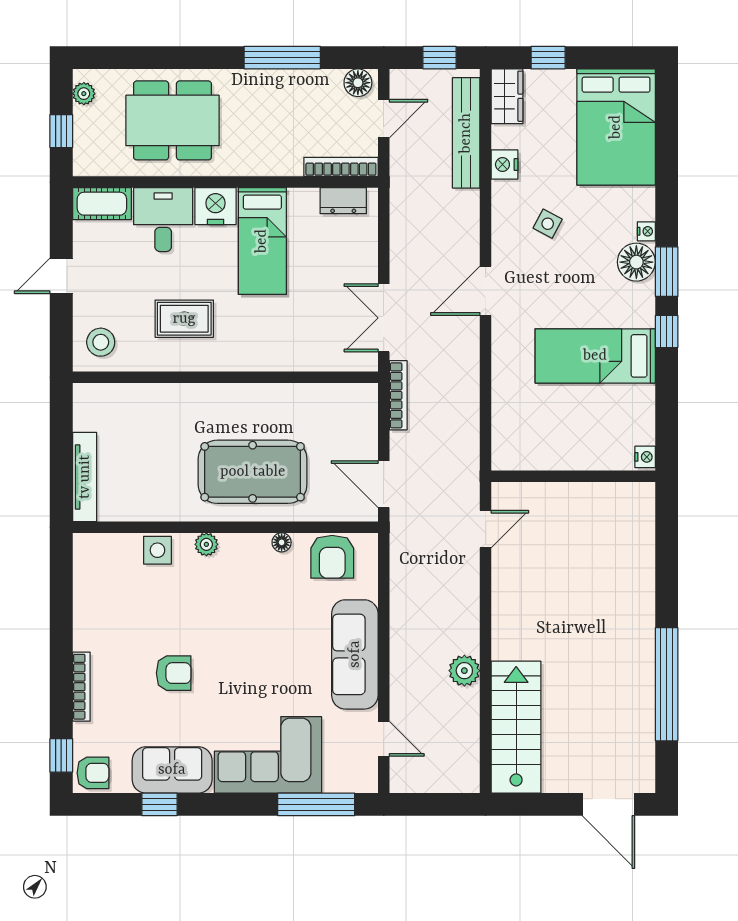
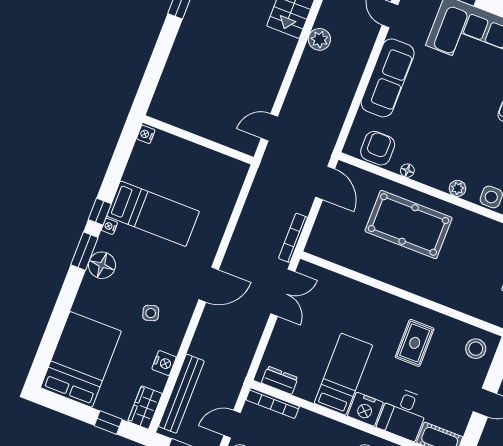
side table: (548, 224) -> (151, 313), turned 45
nightstand: (646, 231) -> (109, 226), moved
rug: (184, 319) -> (415, 343), turned 90

